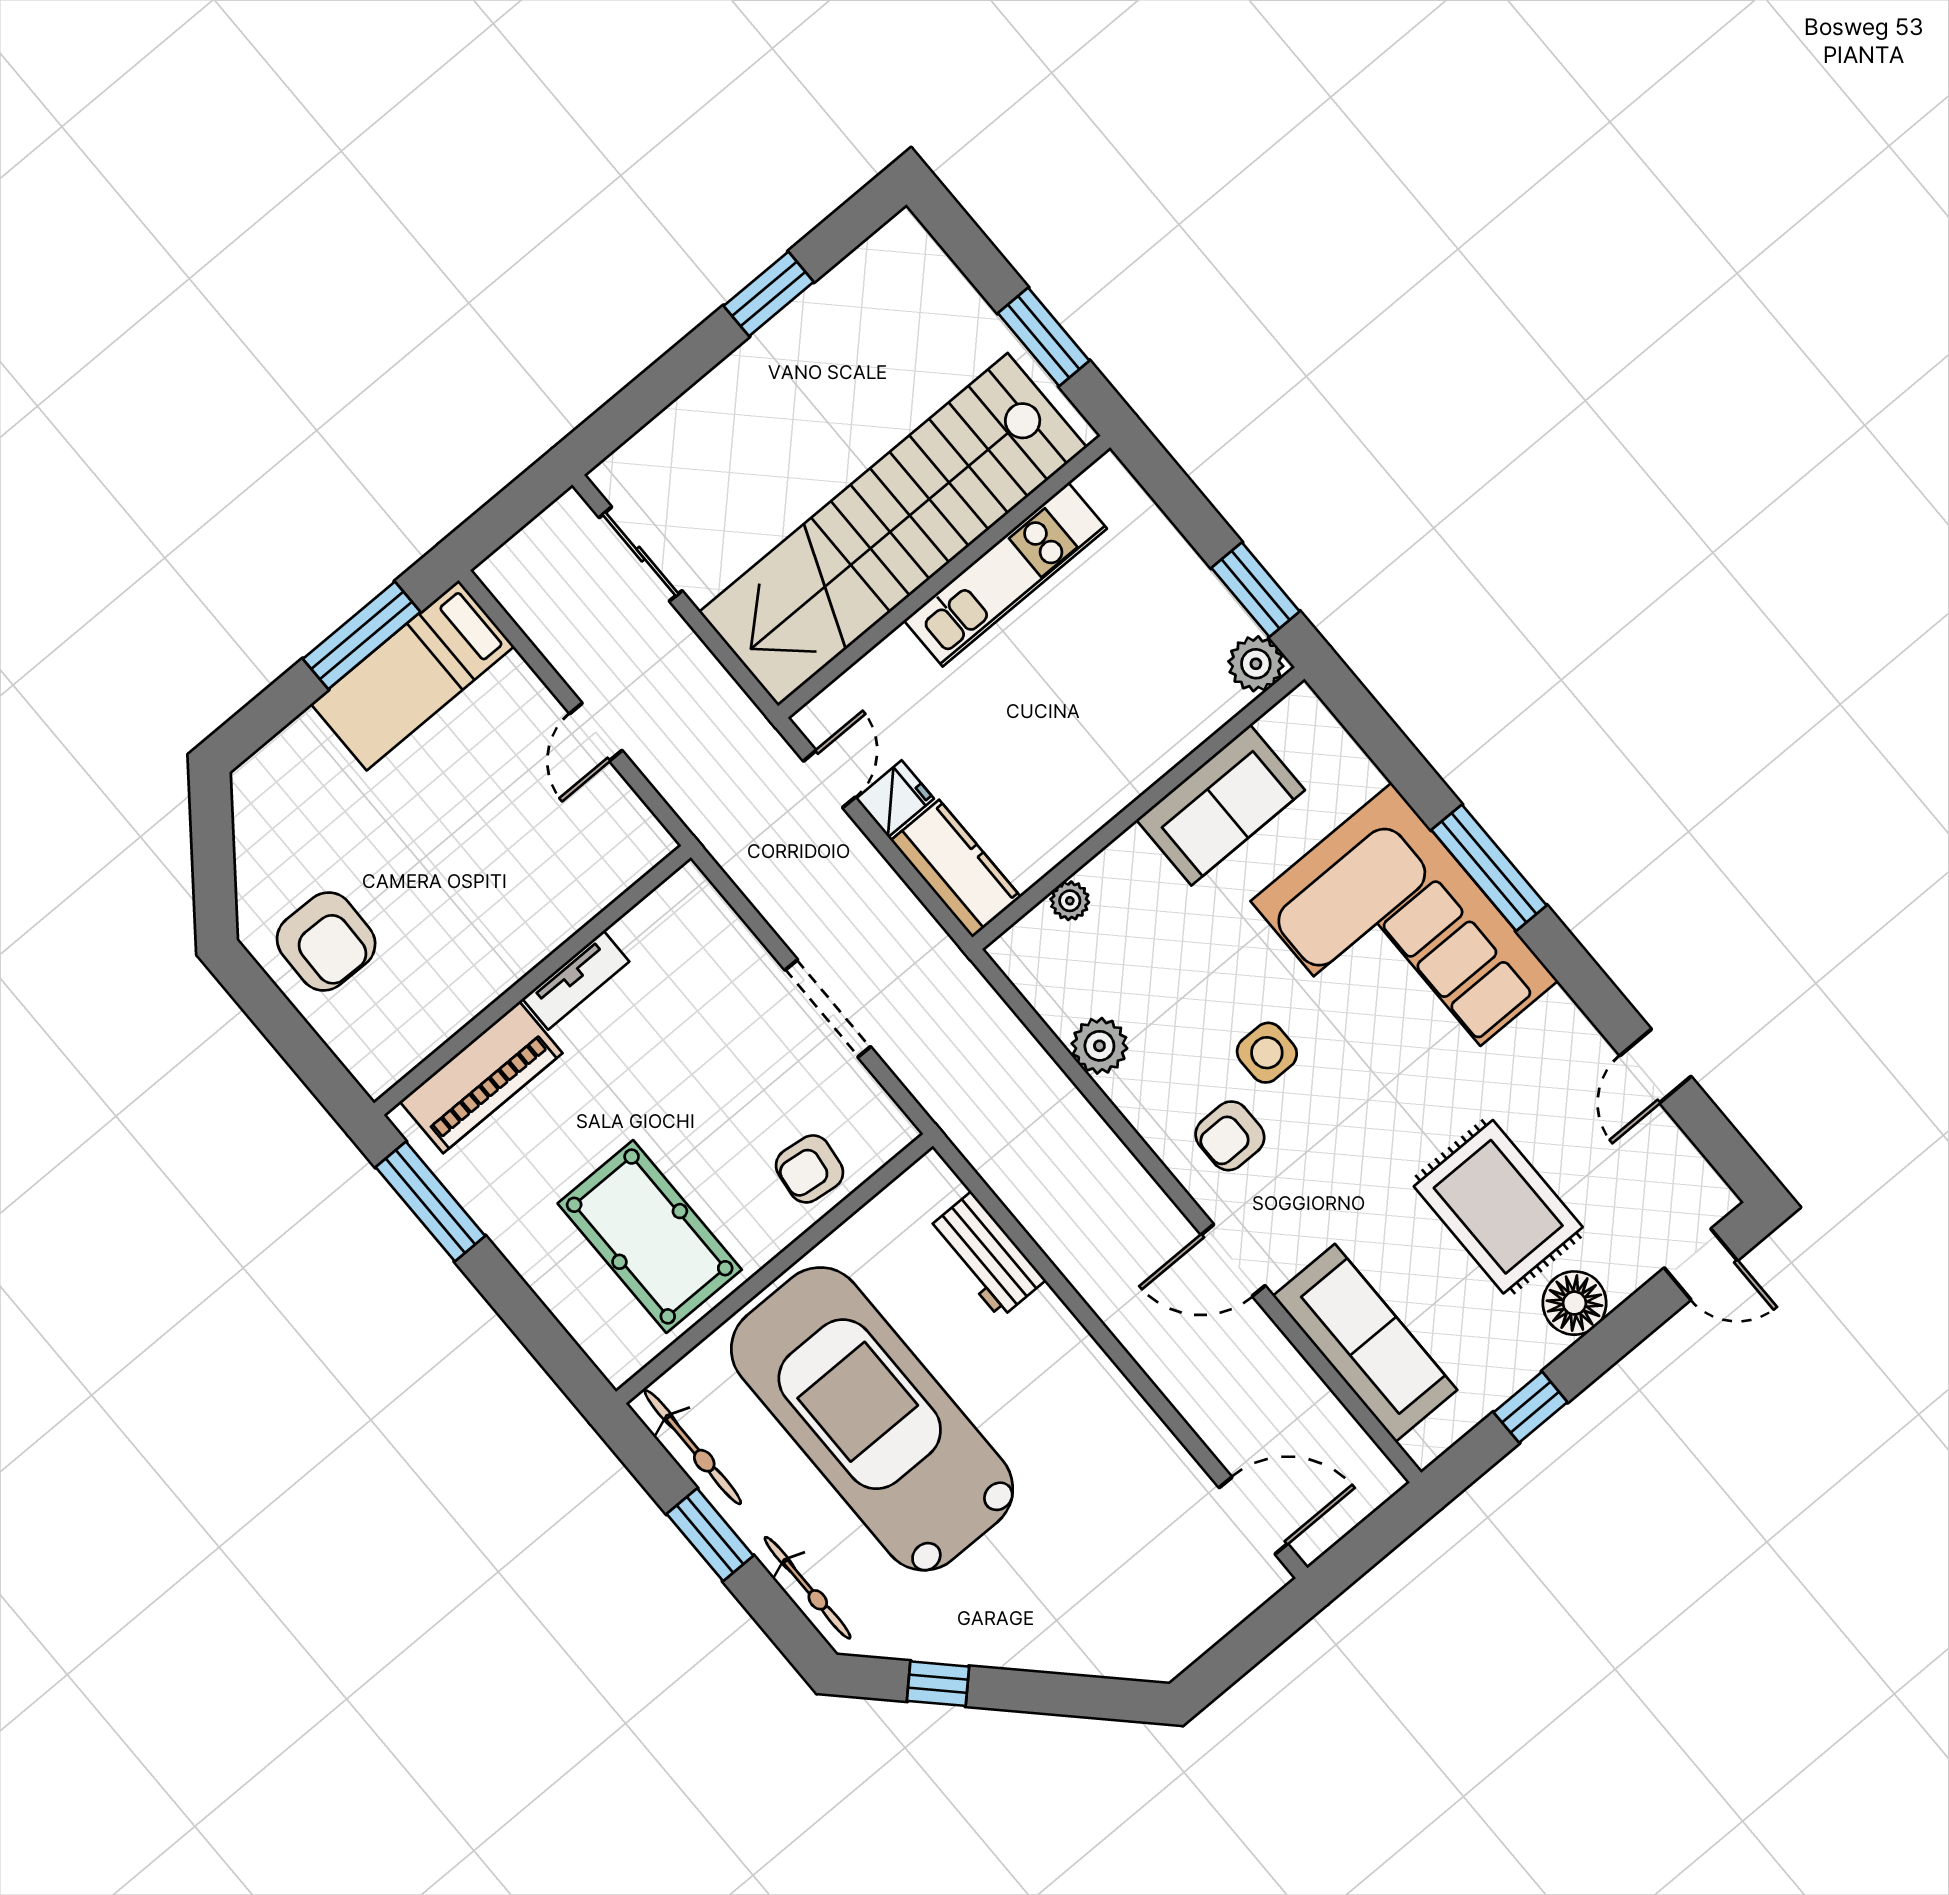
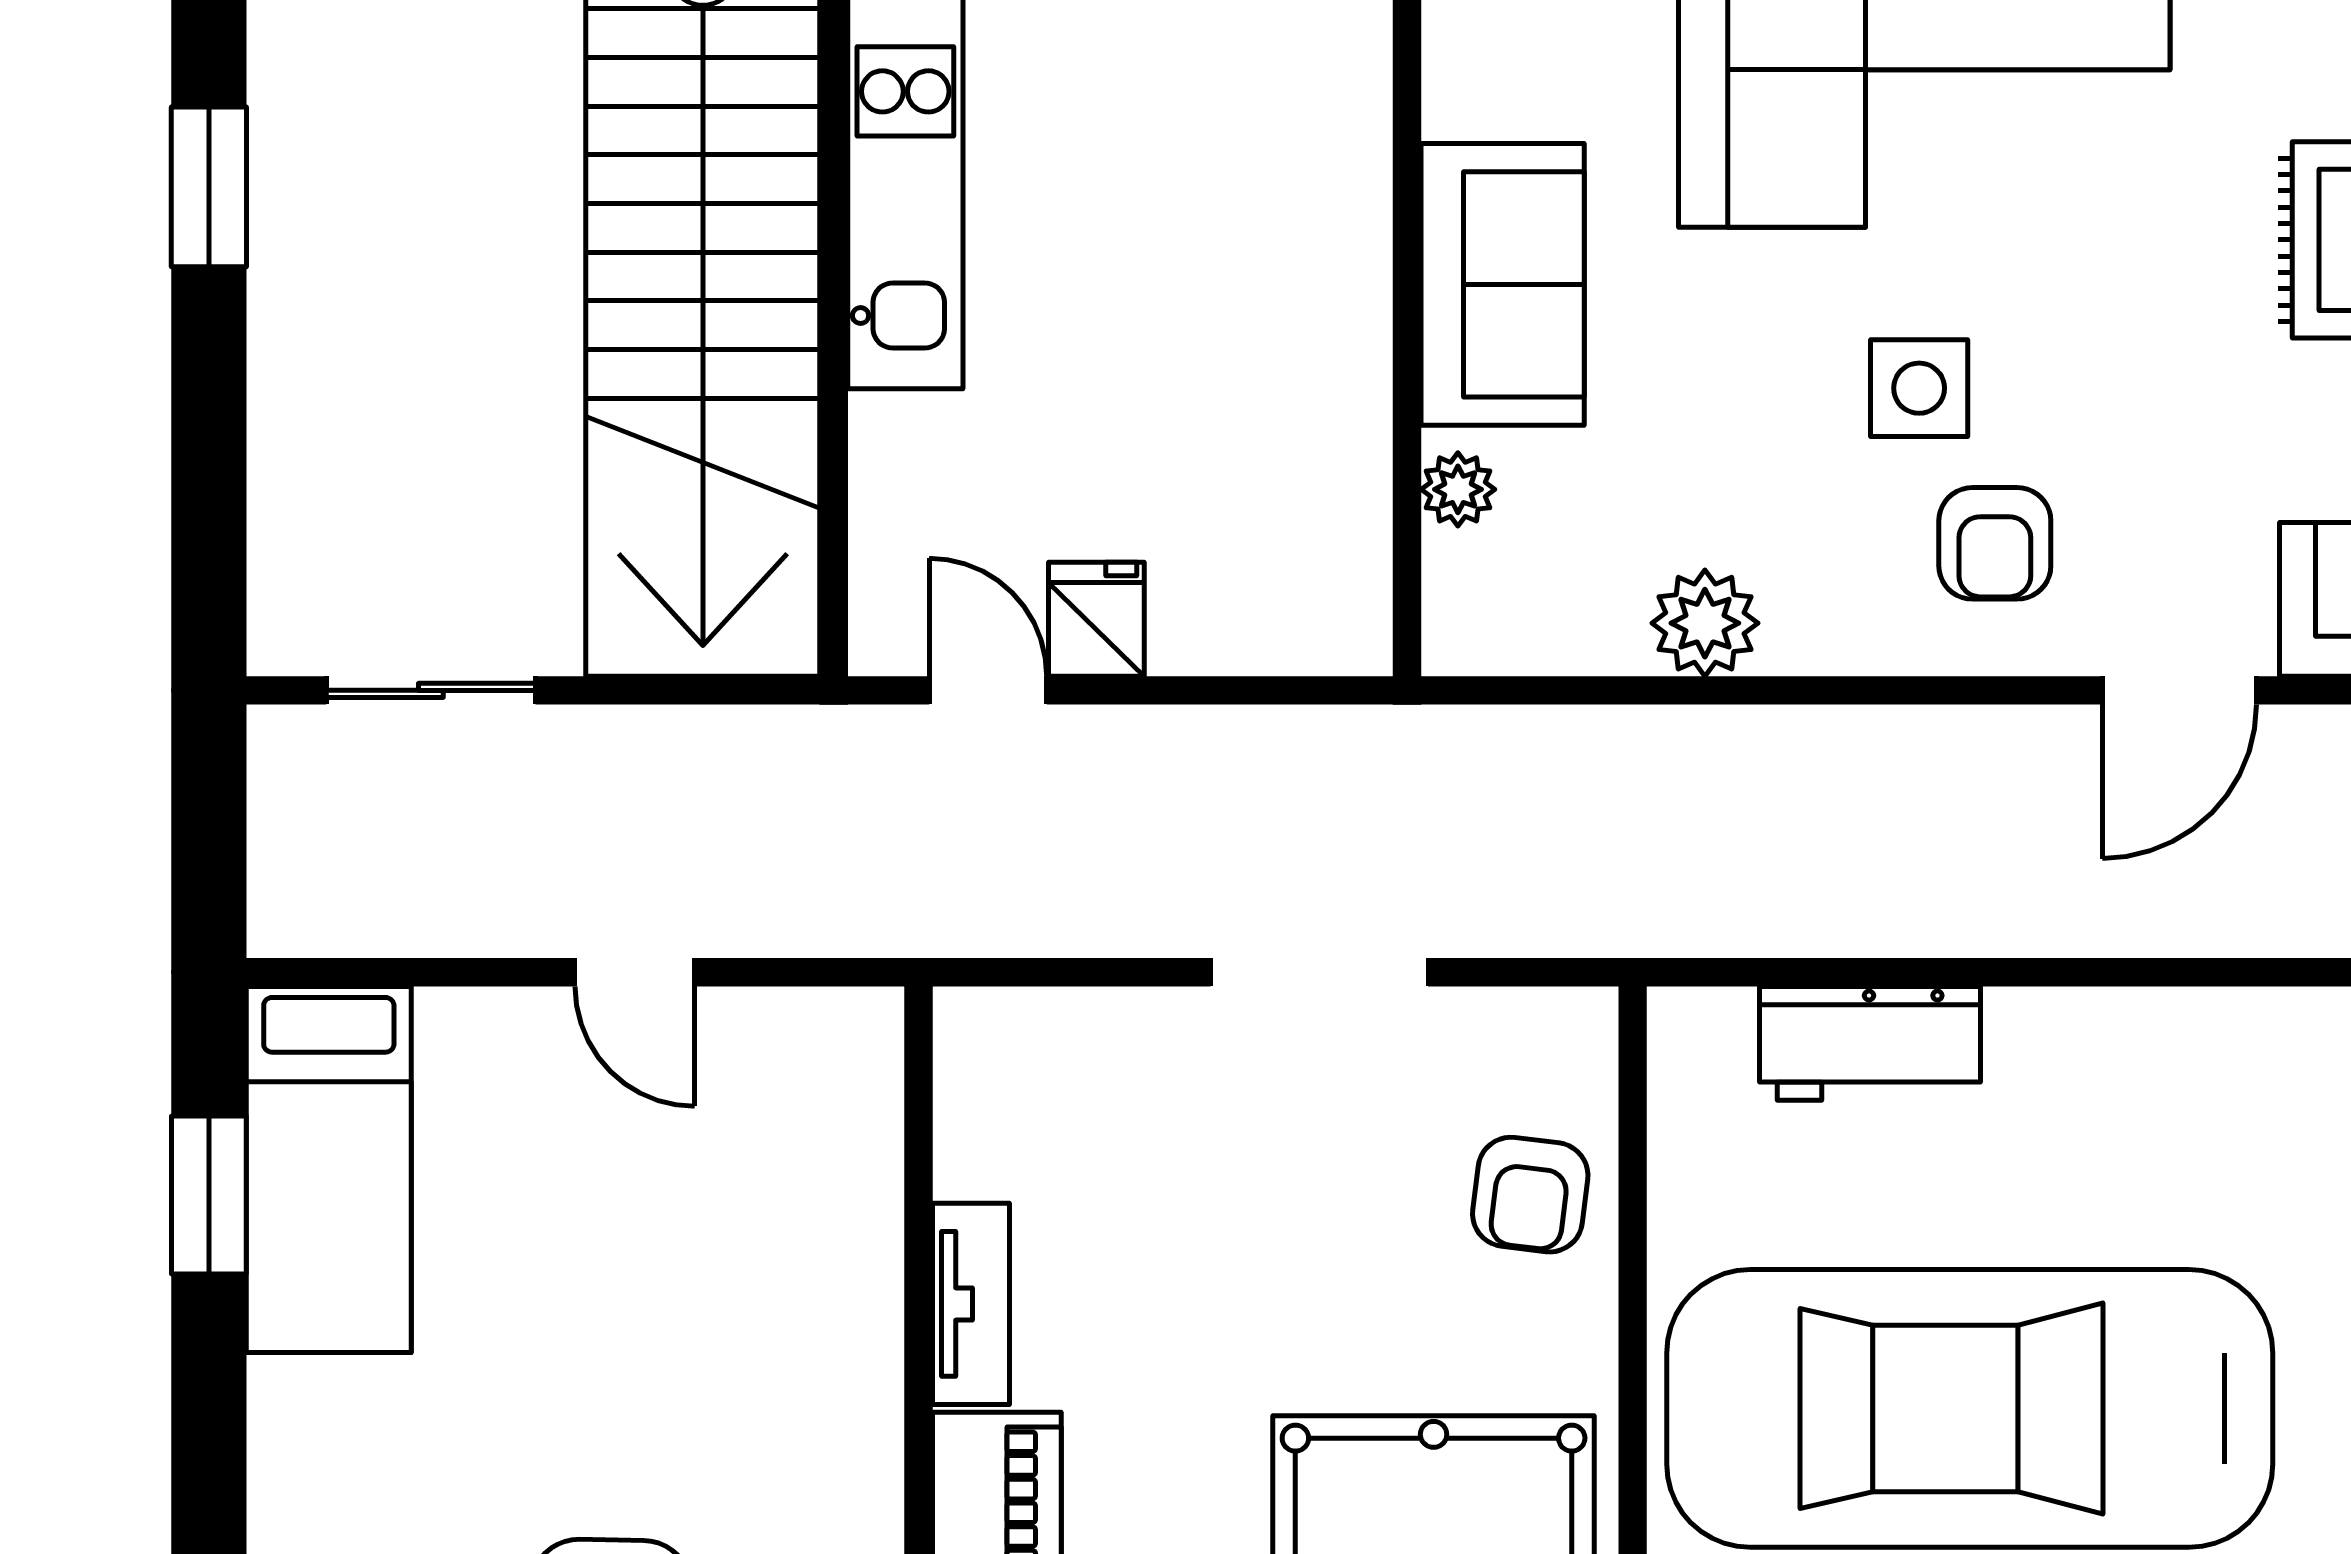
window: (362, 635) -> (209, 1195), width x0.69
sofa: (1221, 805) -> (1503, 284), moved
kitchen counter: (956, 869) -> (1272, 616), removed

